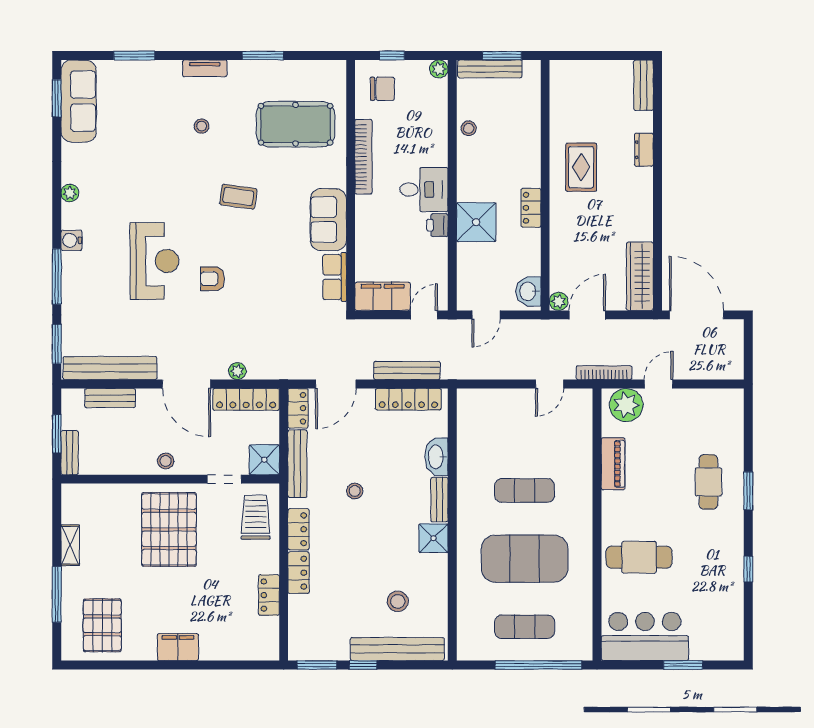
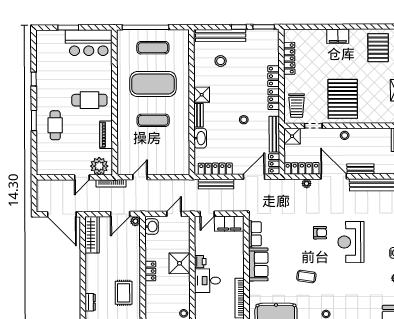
bench: (110, 398) -> (360, 169), moved
cafe table: (639, 557) -> (89, 100), moved
locker: (269, 595) -> (289, 58), width x1.53

